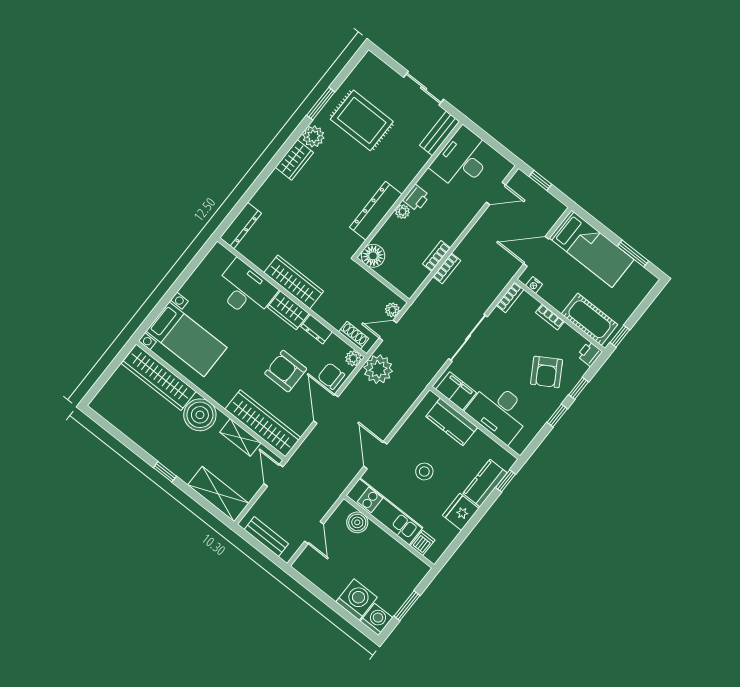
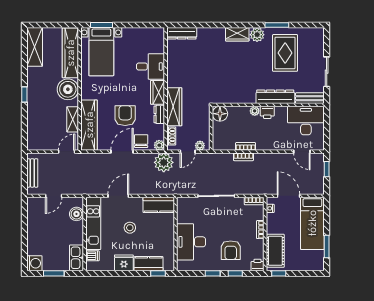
dresser: (376, 211) -> (275, 97), moved
wardrobe: (294, 282) -> (174, 107), moved
desk: (245, 290) -> (151, 67), width x0.73
window: (155, 314) -> (101, 25), added
door: (388, 330) -> (188, 152), swing flipped
armchair: (547, 372) -> (231, 250), turned -59
filing cabinet: (456, 391) -> (184, 211), removed
kitchen counter: (452, 422) -> (159, 205), moved, turned -90
shelving: (218, 494) -> (35, 47), moved
kitchen sink: (410, 564) -> (77, 258), added
washing machine: (357, 600) -> (37, 245), removed

